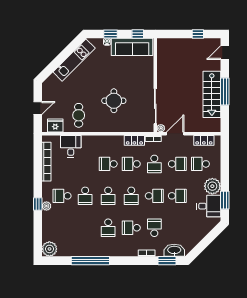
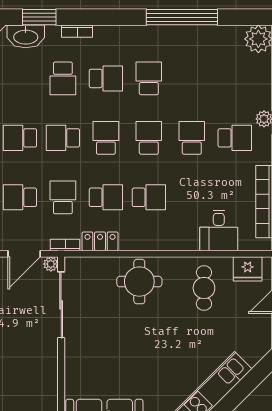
round table: (114, 101) -> (139, 282), moved

